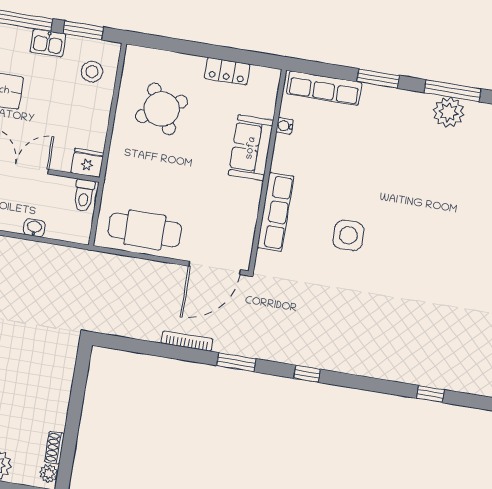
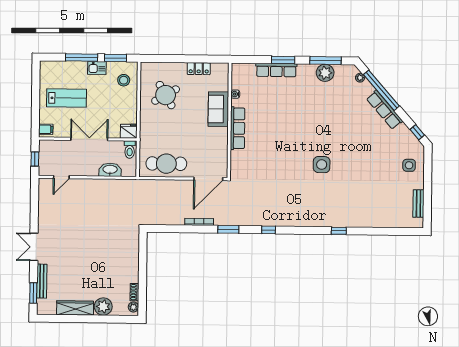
row of seats: (324, 88) -> (276, 70), moved
row of seats: (275, 212) -> (238, 128), moved
washbasin: (34, 228) -> (110, 170), width x1.91, depth x1.45
side table: (348, 235) -> (322, 165), moved

